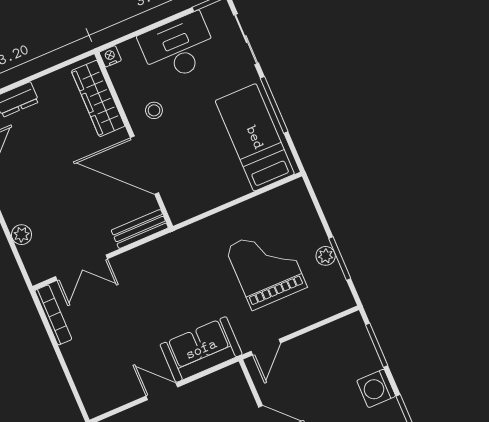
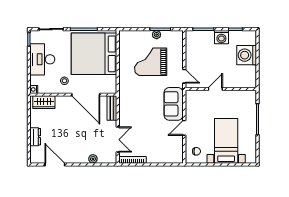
wardrobe: (98, 98) -> (44, 102), width x0.67
bed: (255, 137) -> (94, 54), width x2.04
door: (144, 165) -> (86, 95), hinge flipped

